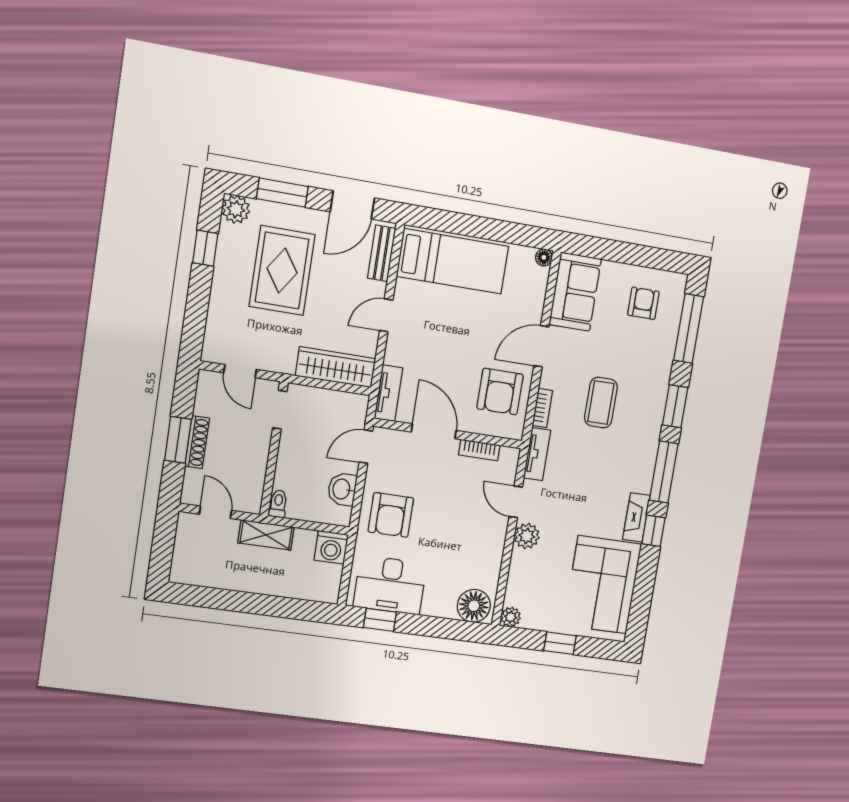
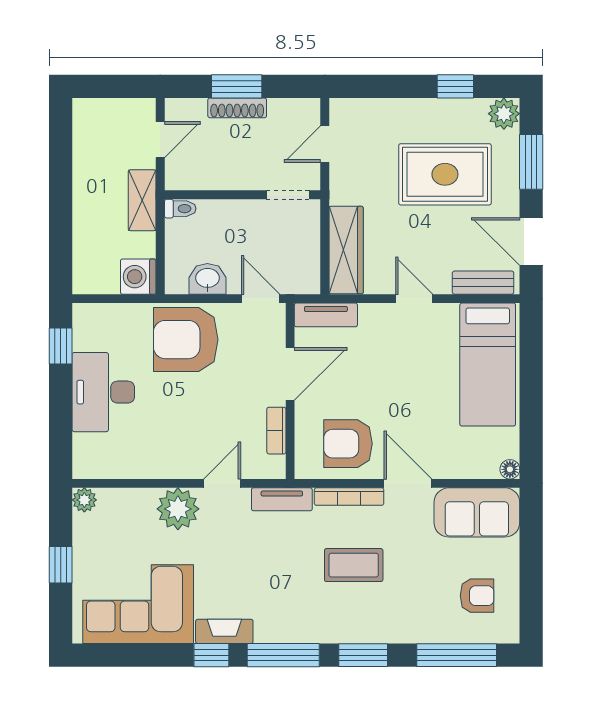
bookcase: (542, 408) -> (349, 497), width x1.56
armchair: (391, 515) -> (186, 340), width x1.36, depth x1.36
plant: (527, 536) -> (178, 509), width x1.36, depth x1.36
desk: (390, 585) -> (103, 392), moved
floor lamp: (474, 606) -> (92, 454), removed

